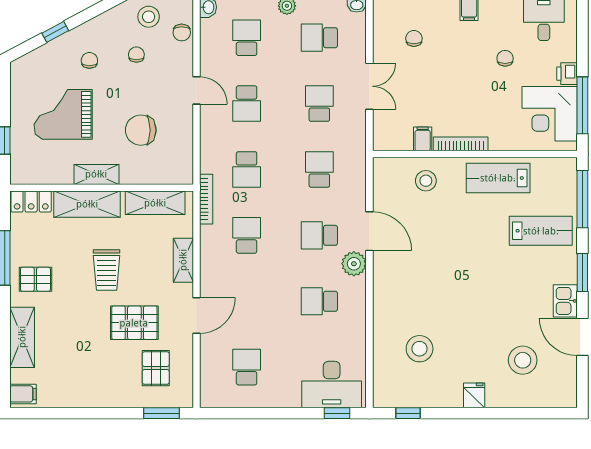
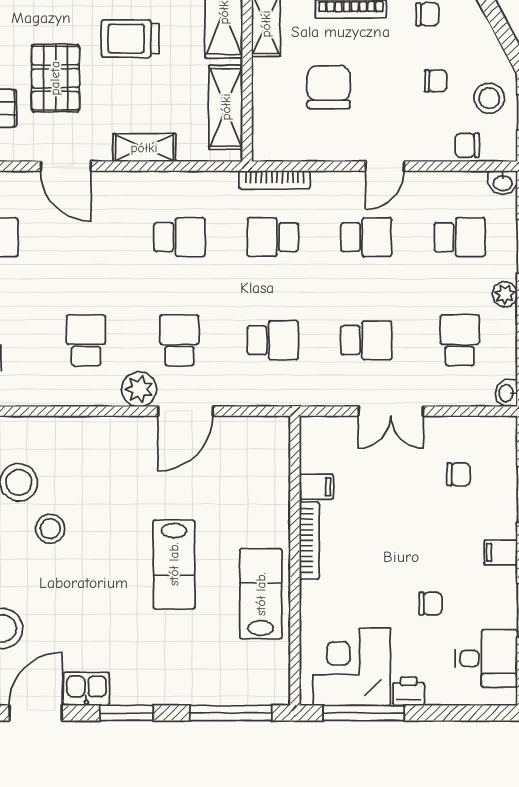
school desk: (247, 104) -> (366, 237), turned 180
stool: (426, 181) -> (50, 529), moved
bookcase: (206, 199) -> (274, 180), moved
lab bench: (541, 231) -> (174, 564), moved

